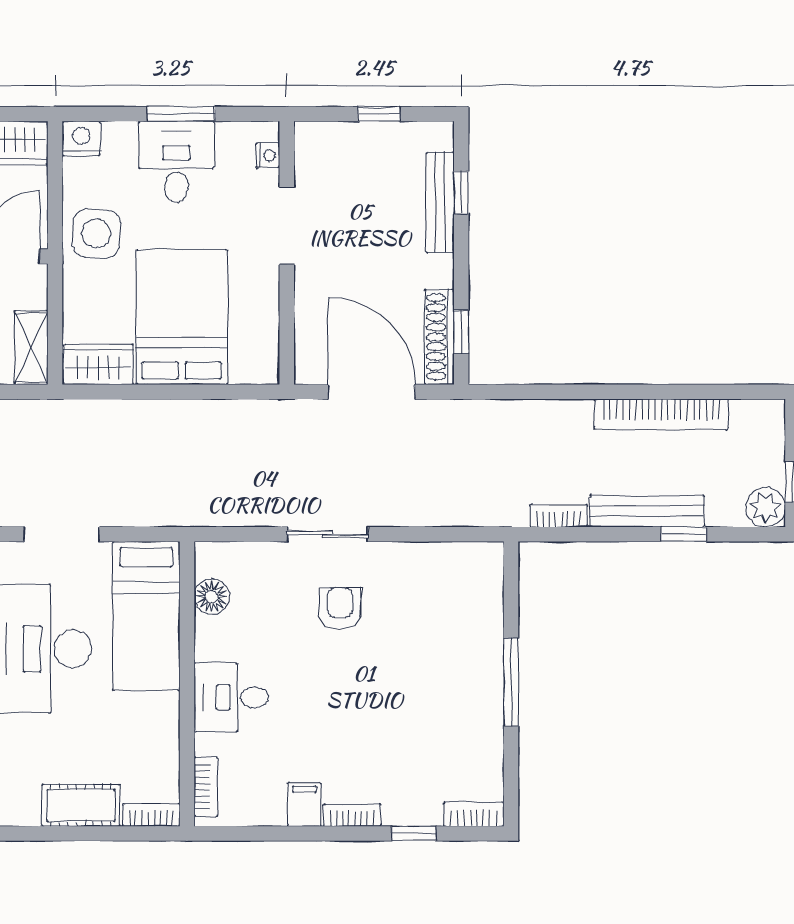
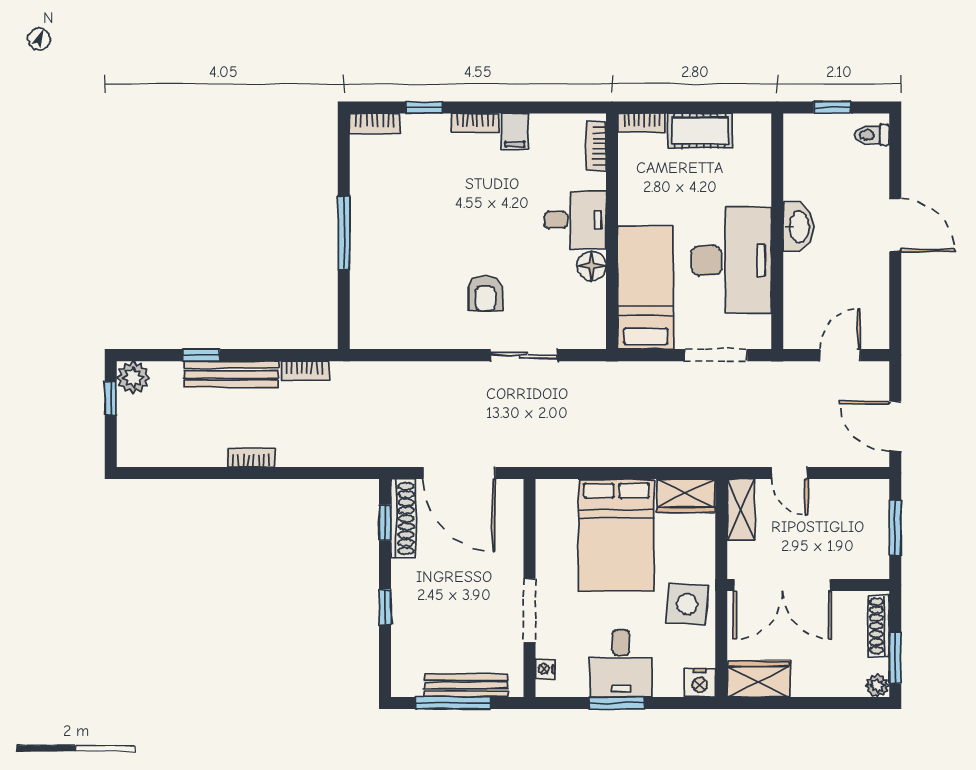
window: (379, 114) -> (453, 703), width x2.17
window: (461, 193) -> (385, 607), moved
bench: (440, 202) -> (466, 685), moved, turned 90
bookcase: (661, 414) -> (251, 458), width x0.43, depth x0.76
sliding door: (327, 534) -> (524, 355), moved
floor lamp: (212, 597) -> (592, 266), moved

